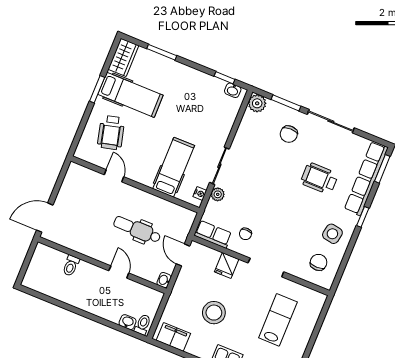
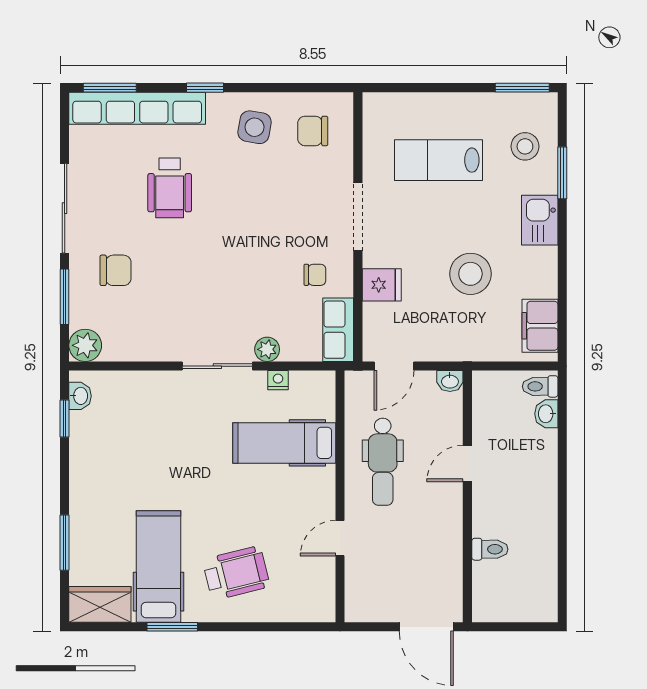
hospital bed: (174, 167) -> (284, 443), moved
door: (114, 176) -> (340, 538), moved
wall: (135, 184) -> (340, 496), moved

